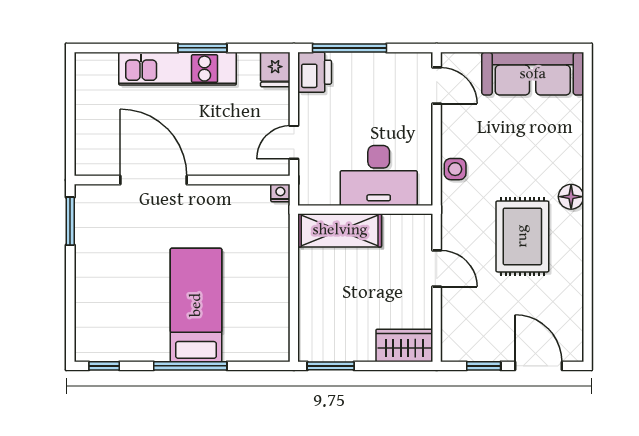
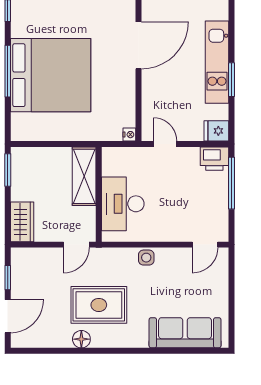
sofa: (533, 74) -> (185, 333), moved, turned 90
desk: (379, 175) -> (123, 204), moved
floor lamp: (571, 197) -> (81, 339), moved
wall: (365, 210) -> (99, 194), moved
shelving: (340, 230) -> (84, 176), moved
bed: (196, 305) -> (51, 75), width x2.04

